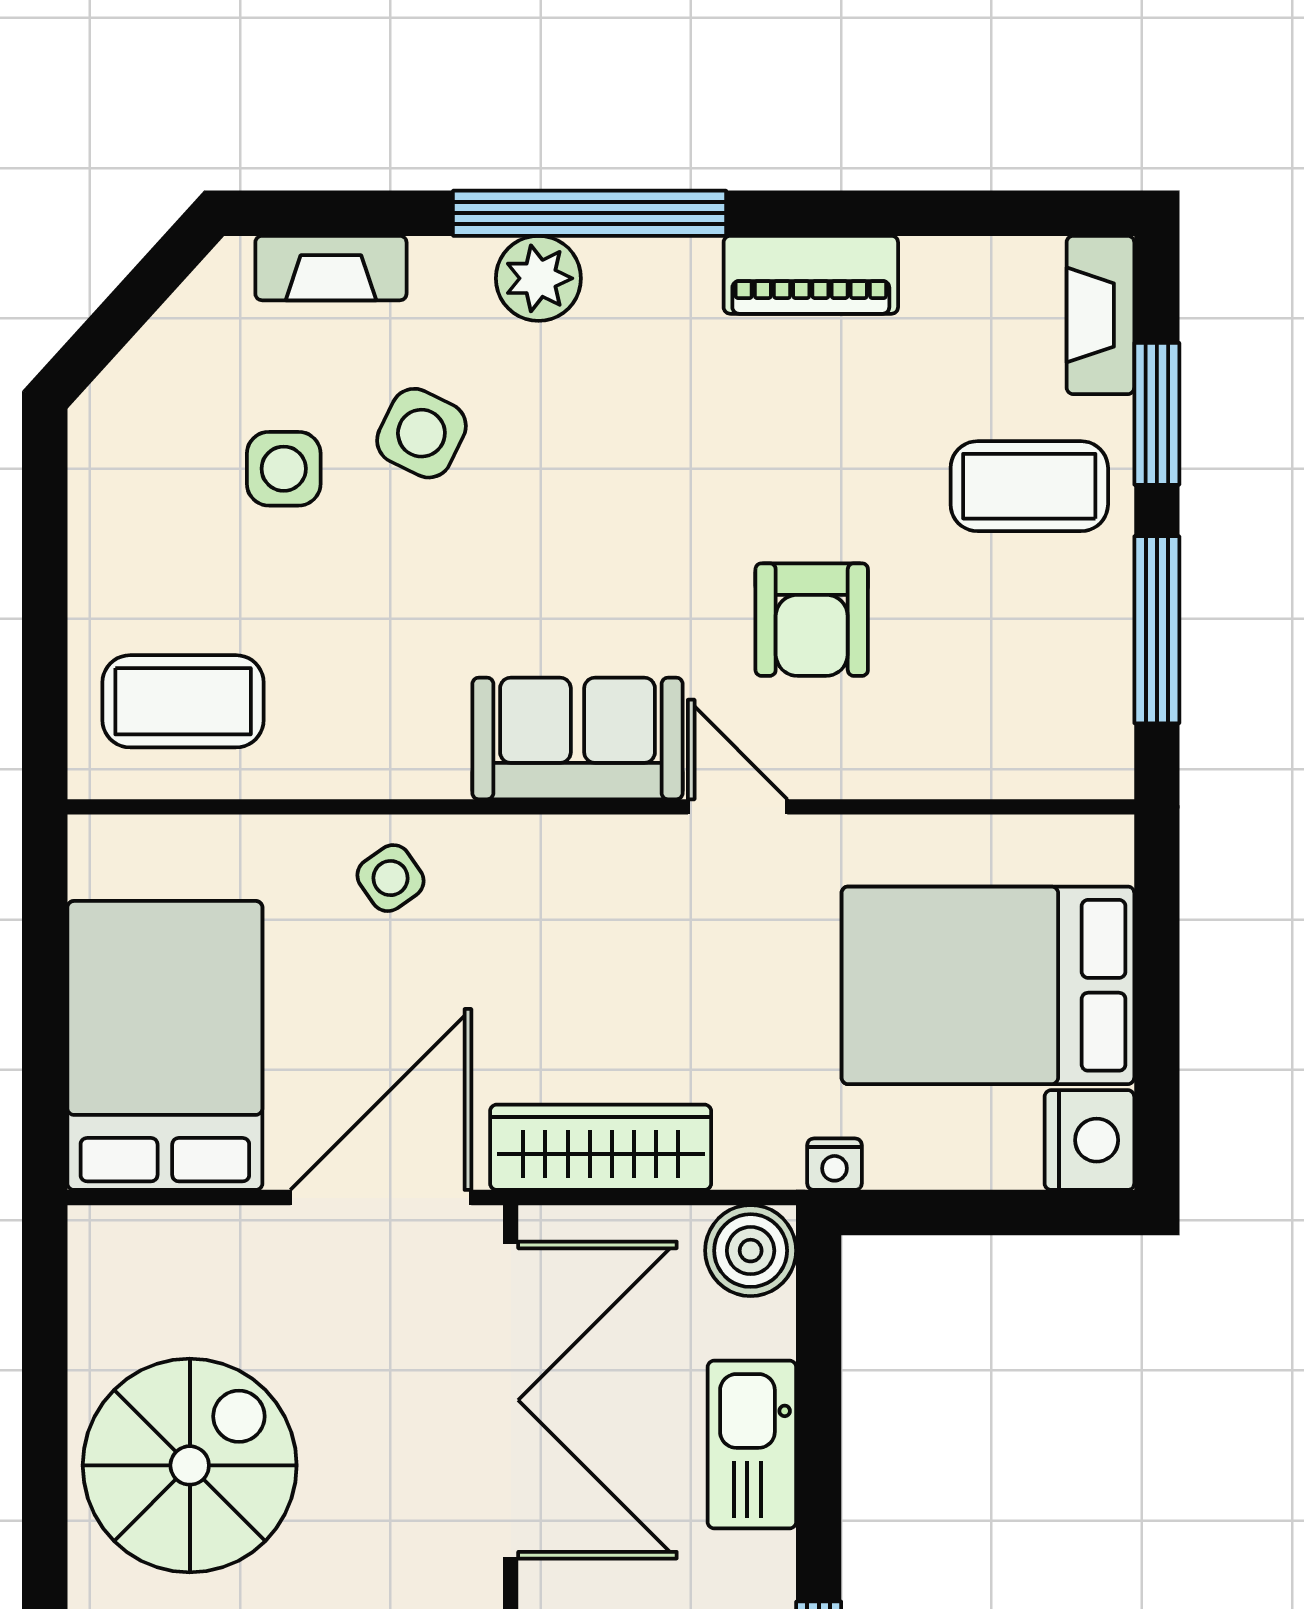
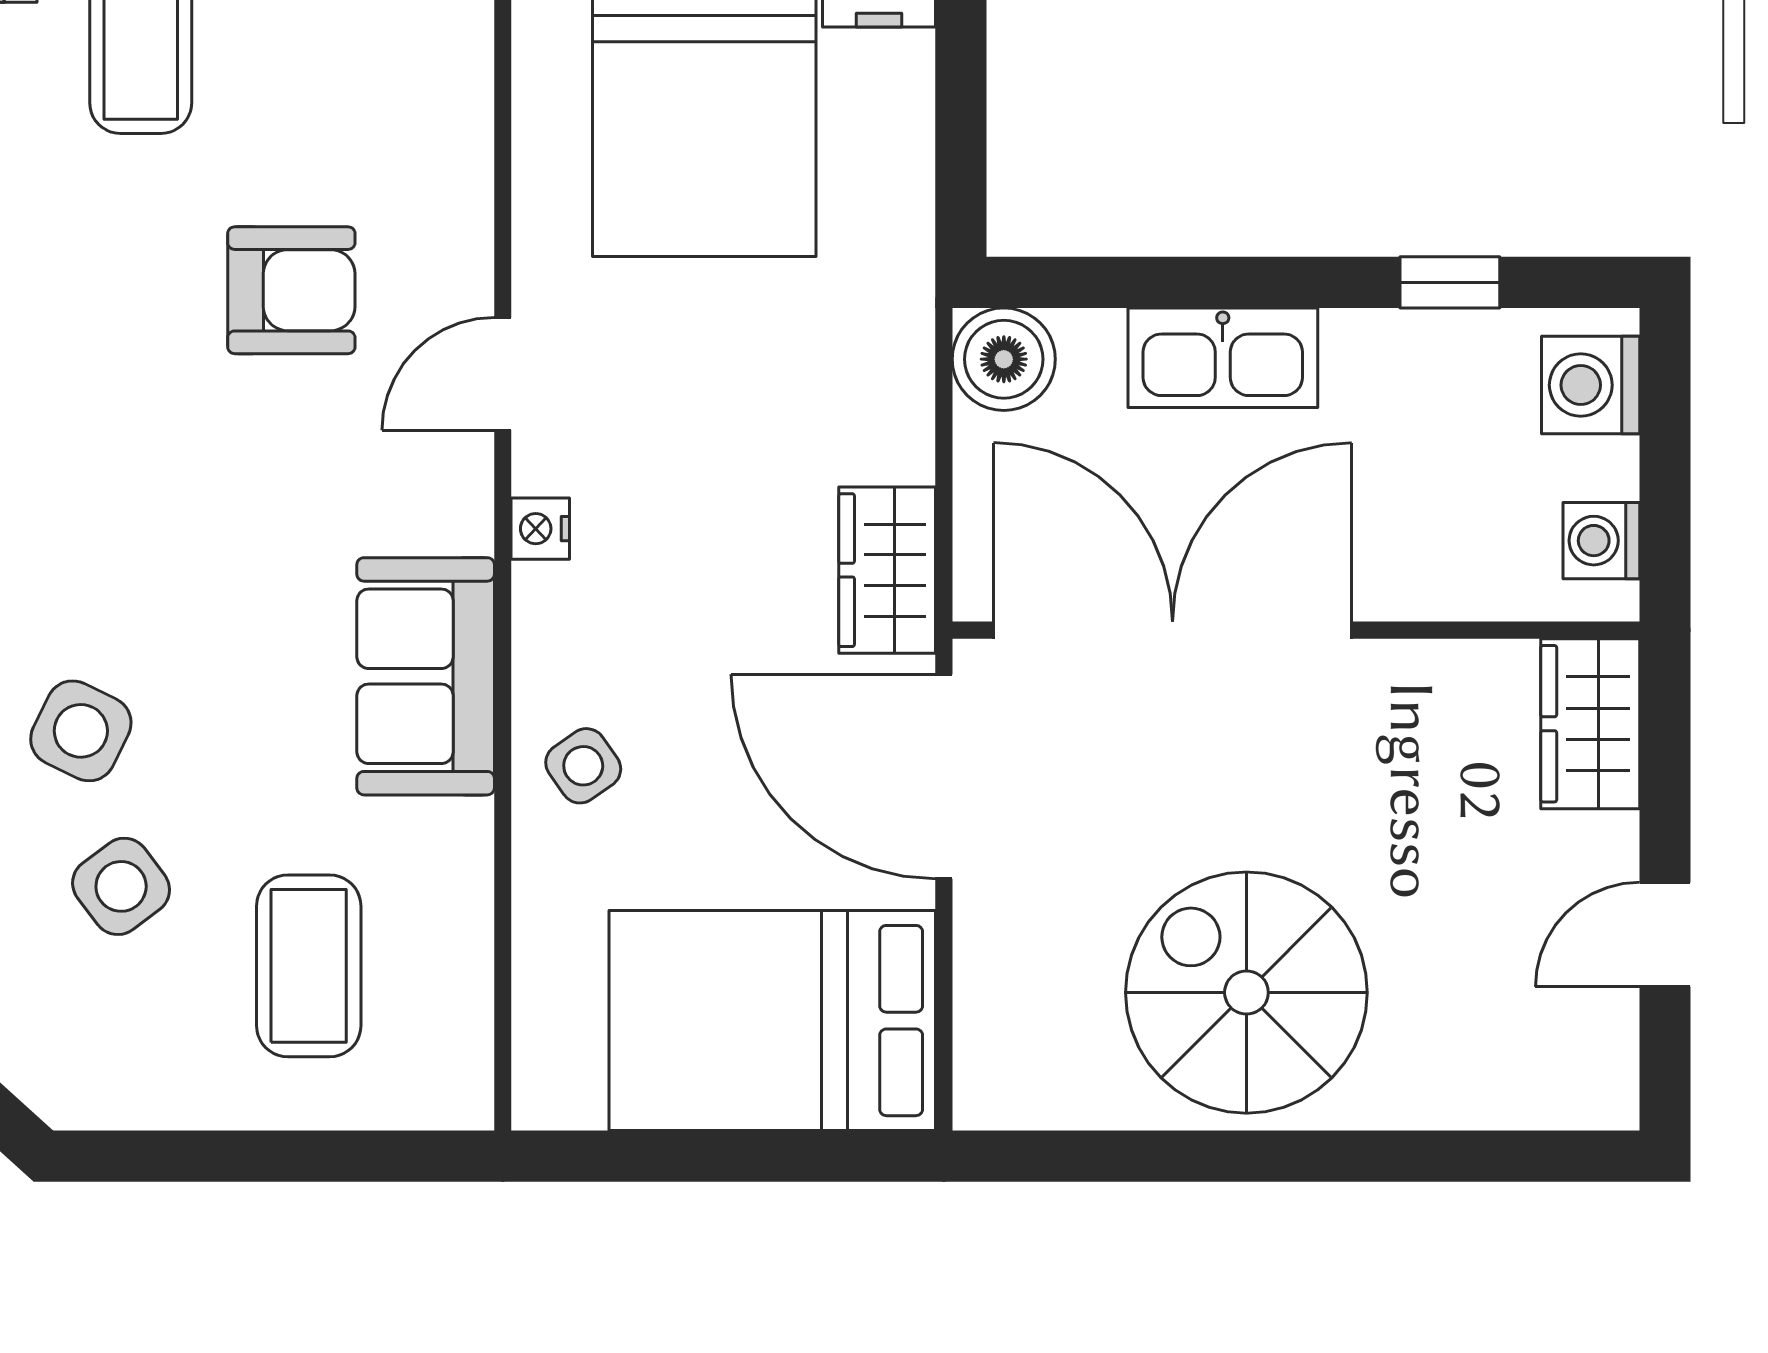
side table: (284, 469) -> (121, 886), turned -37
coffee table: (183, 701) -> (309, 966), moved
sofa: (577, 738) -> (426, 676), moved
wardrobe: (601, 1147) -> (887, 570), width x0.67
nightstand: (834, 1164) -> (540, 529), moved, turned 180

